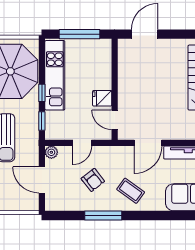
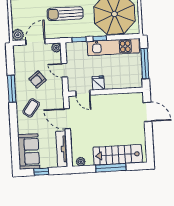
door: (115, 120) -> (83, 93), swing flipped
plant: (31, 203) -> (18, 35), added

